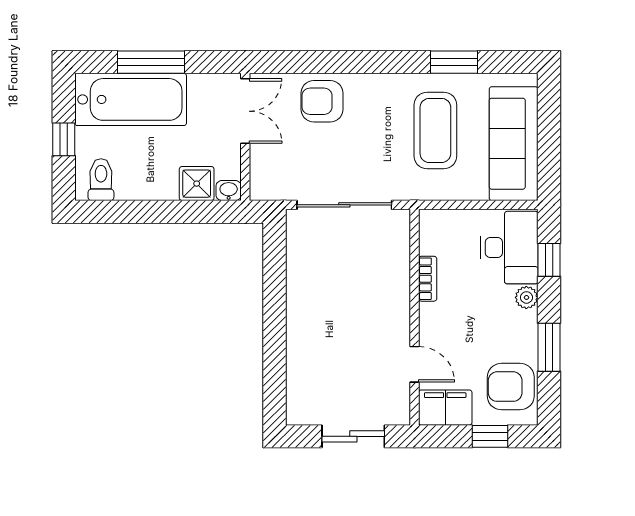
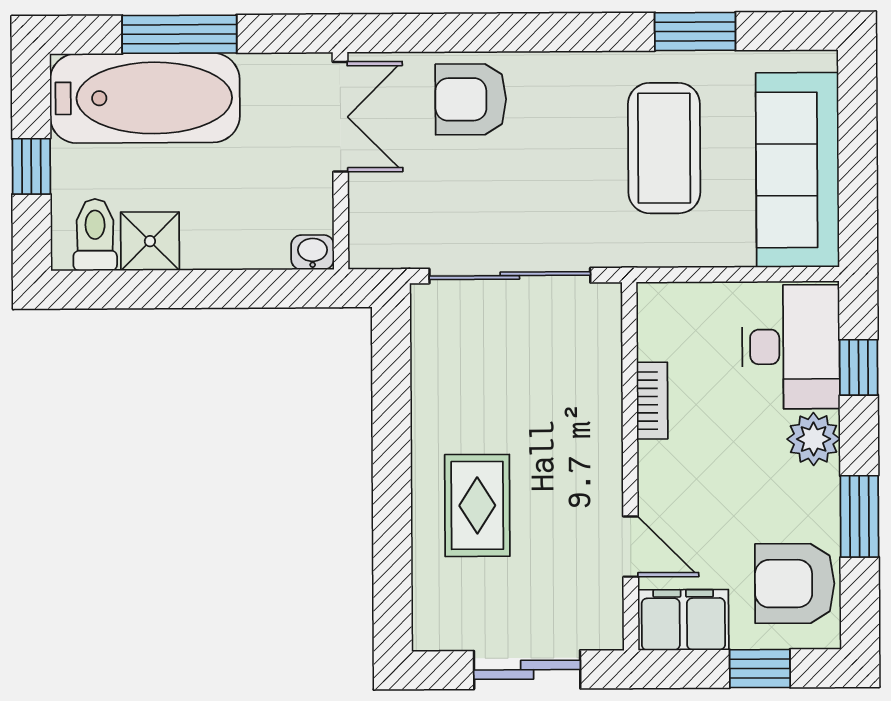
shower: (197, 184) -> (150, 241), moved
plant: (526, 297) -> (814, 439), width x1.38, depth x1.38
rug: (325, 340) -> (477, 505), added

